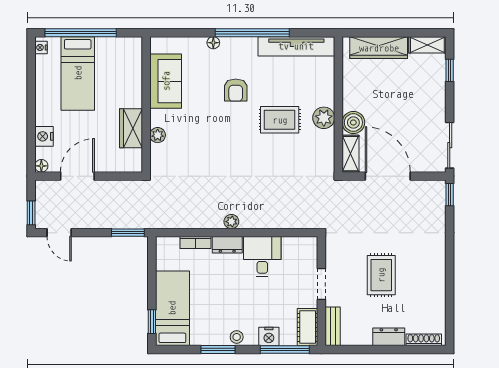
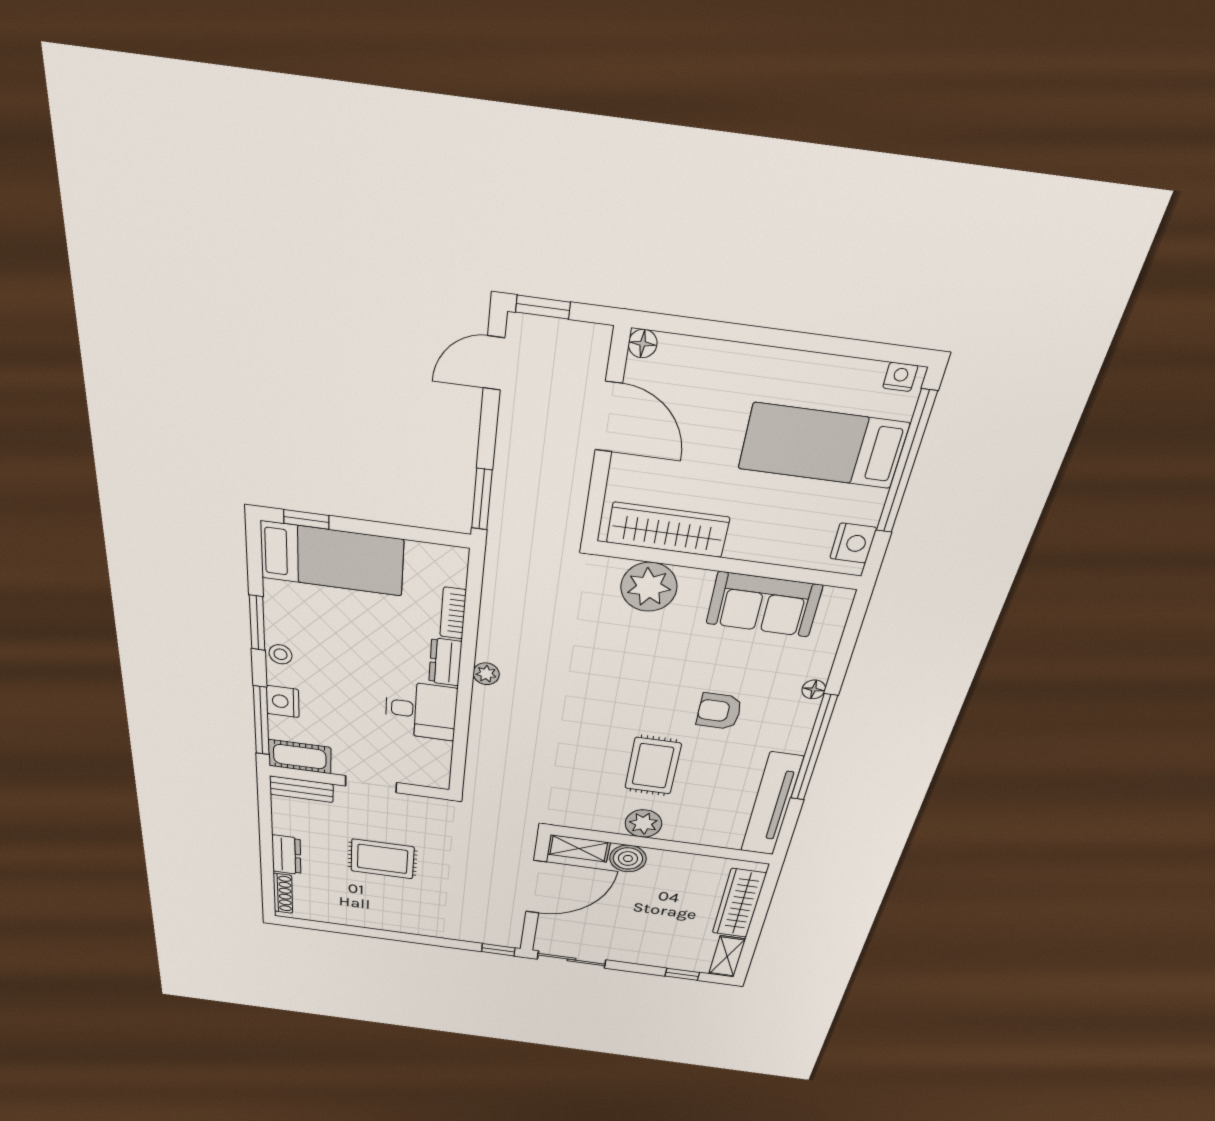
wardrobe: (131, 128) -> (668, 530), width x1.50
plant: (158, 135) -> (649, 587), width x1.87, depth x1.87
nightstand: (44, 136) -> (853, 543), moved, turned 90

